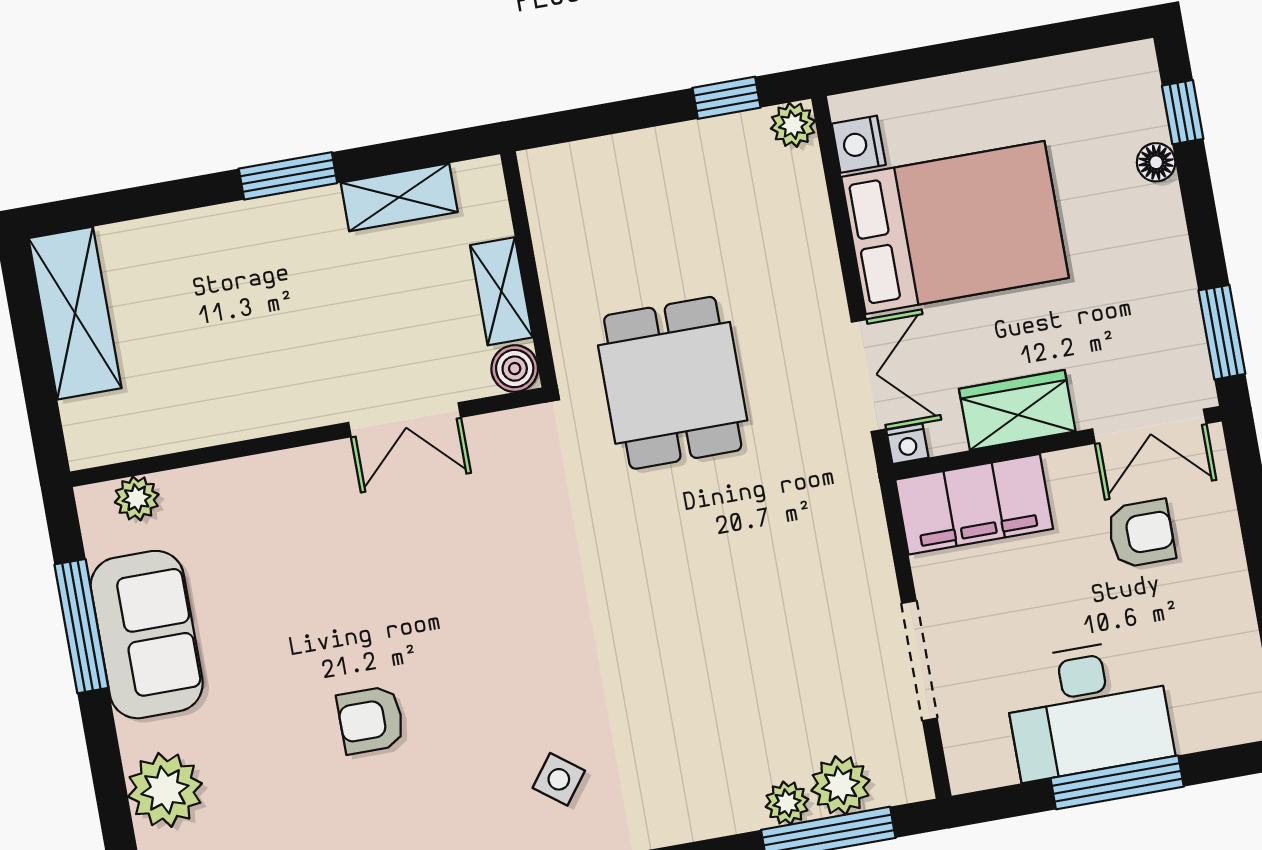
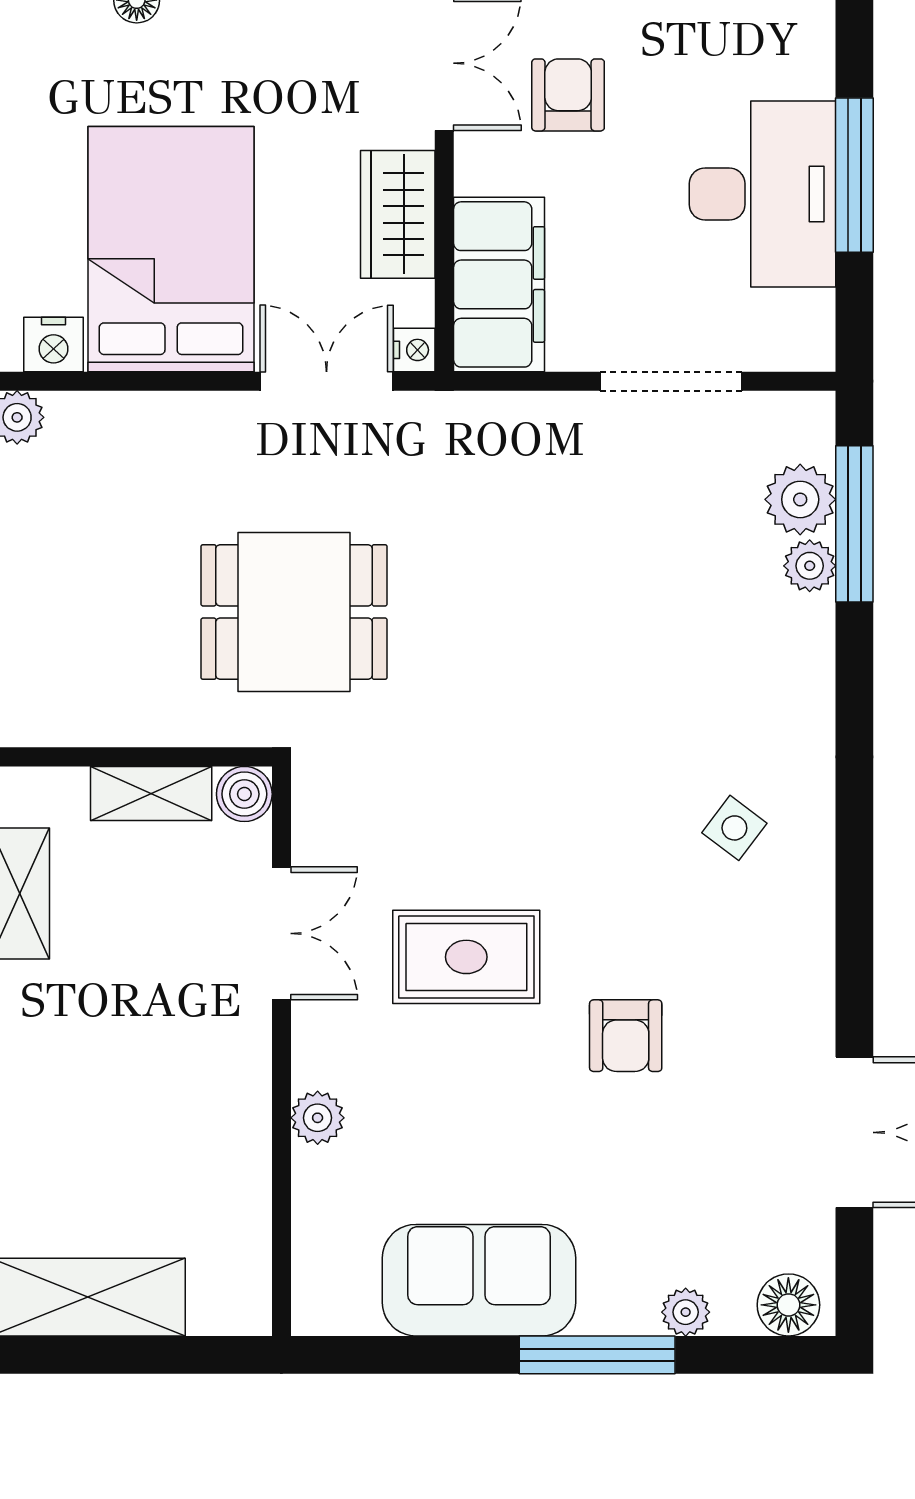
plant: (137, 498) -> (318, 1118), moved
rug: (412, 576) -> (466, 957), added
window: (81, 626) -> (597, 1355), moved
plant: (165, 790) -> (686, 1312), width x0.53, depth x0.53

